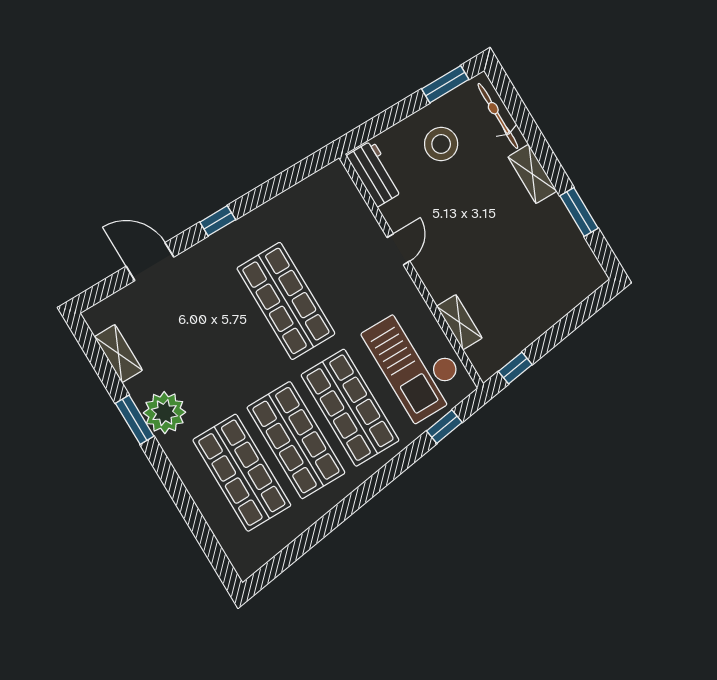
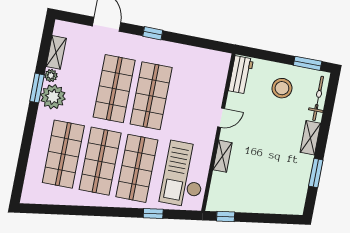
shelving: (459, 322) -> (223, 156), moved
shop shelf: (232, 333) -> (114, 89), added
plant: (138, 388) -> (51, 76), added
window: (444, 427) -> (153, 214), moved

